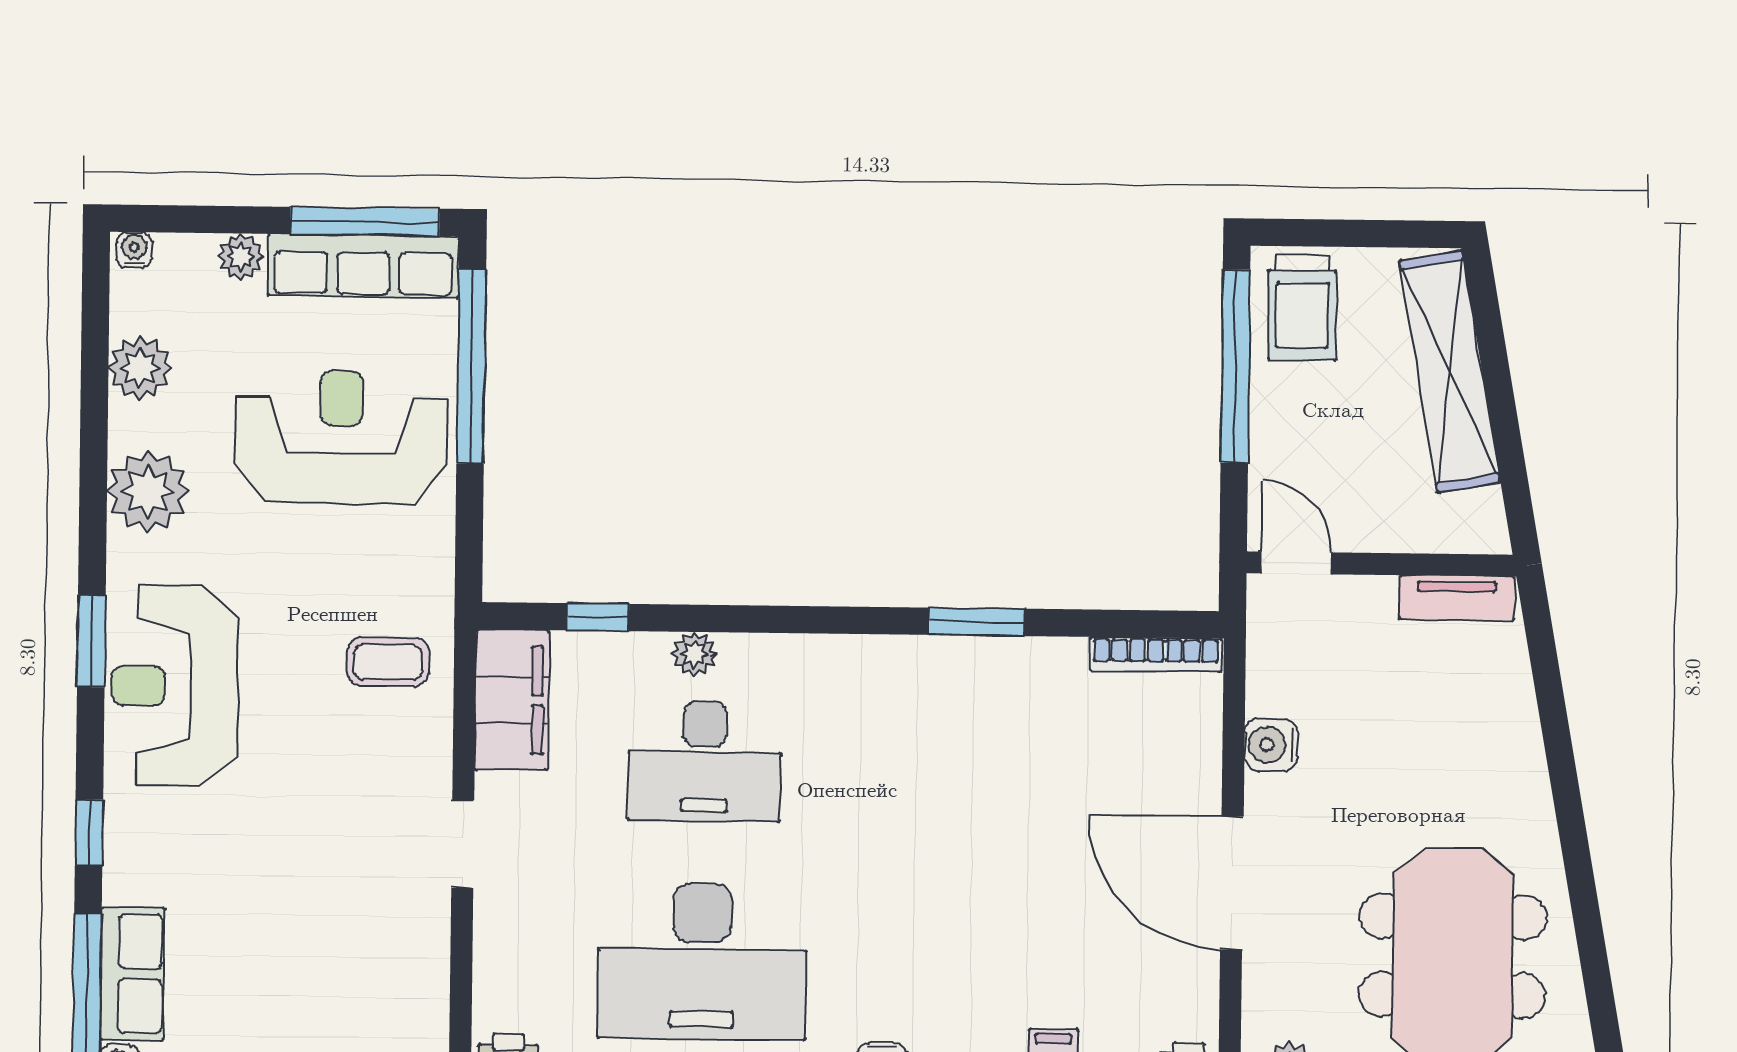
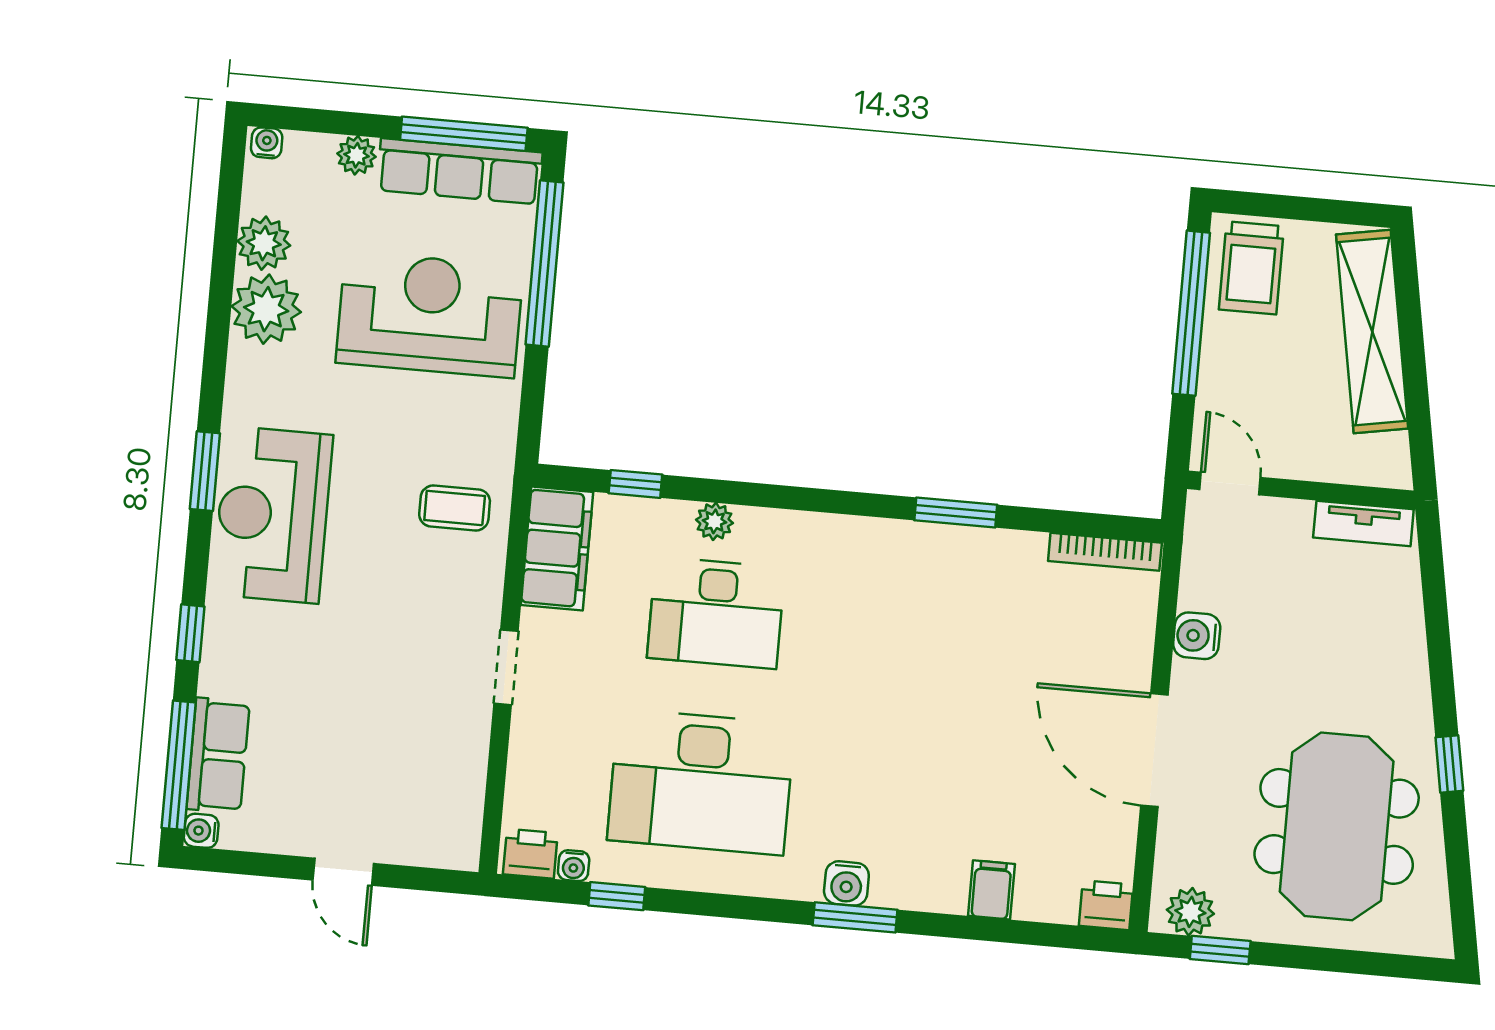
plant: (148, 492) -> (266, 309), moved
window: (1579, 873) -> (1449, 764), added

